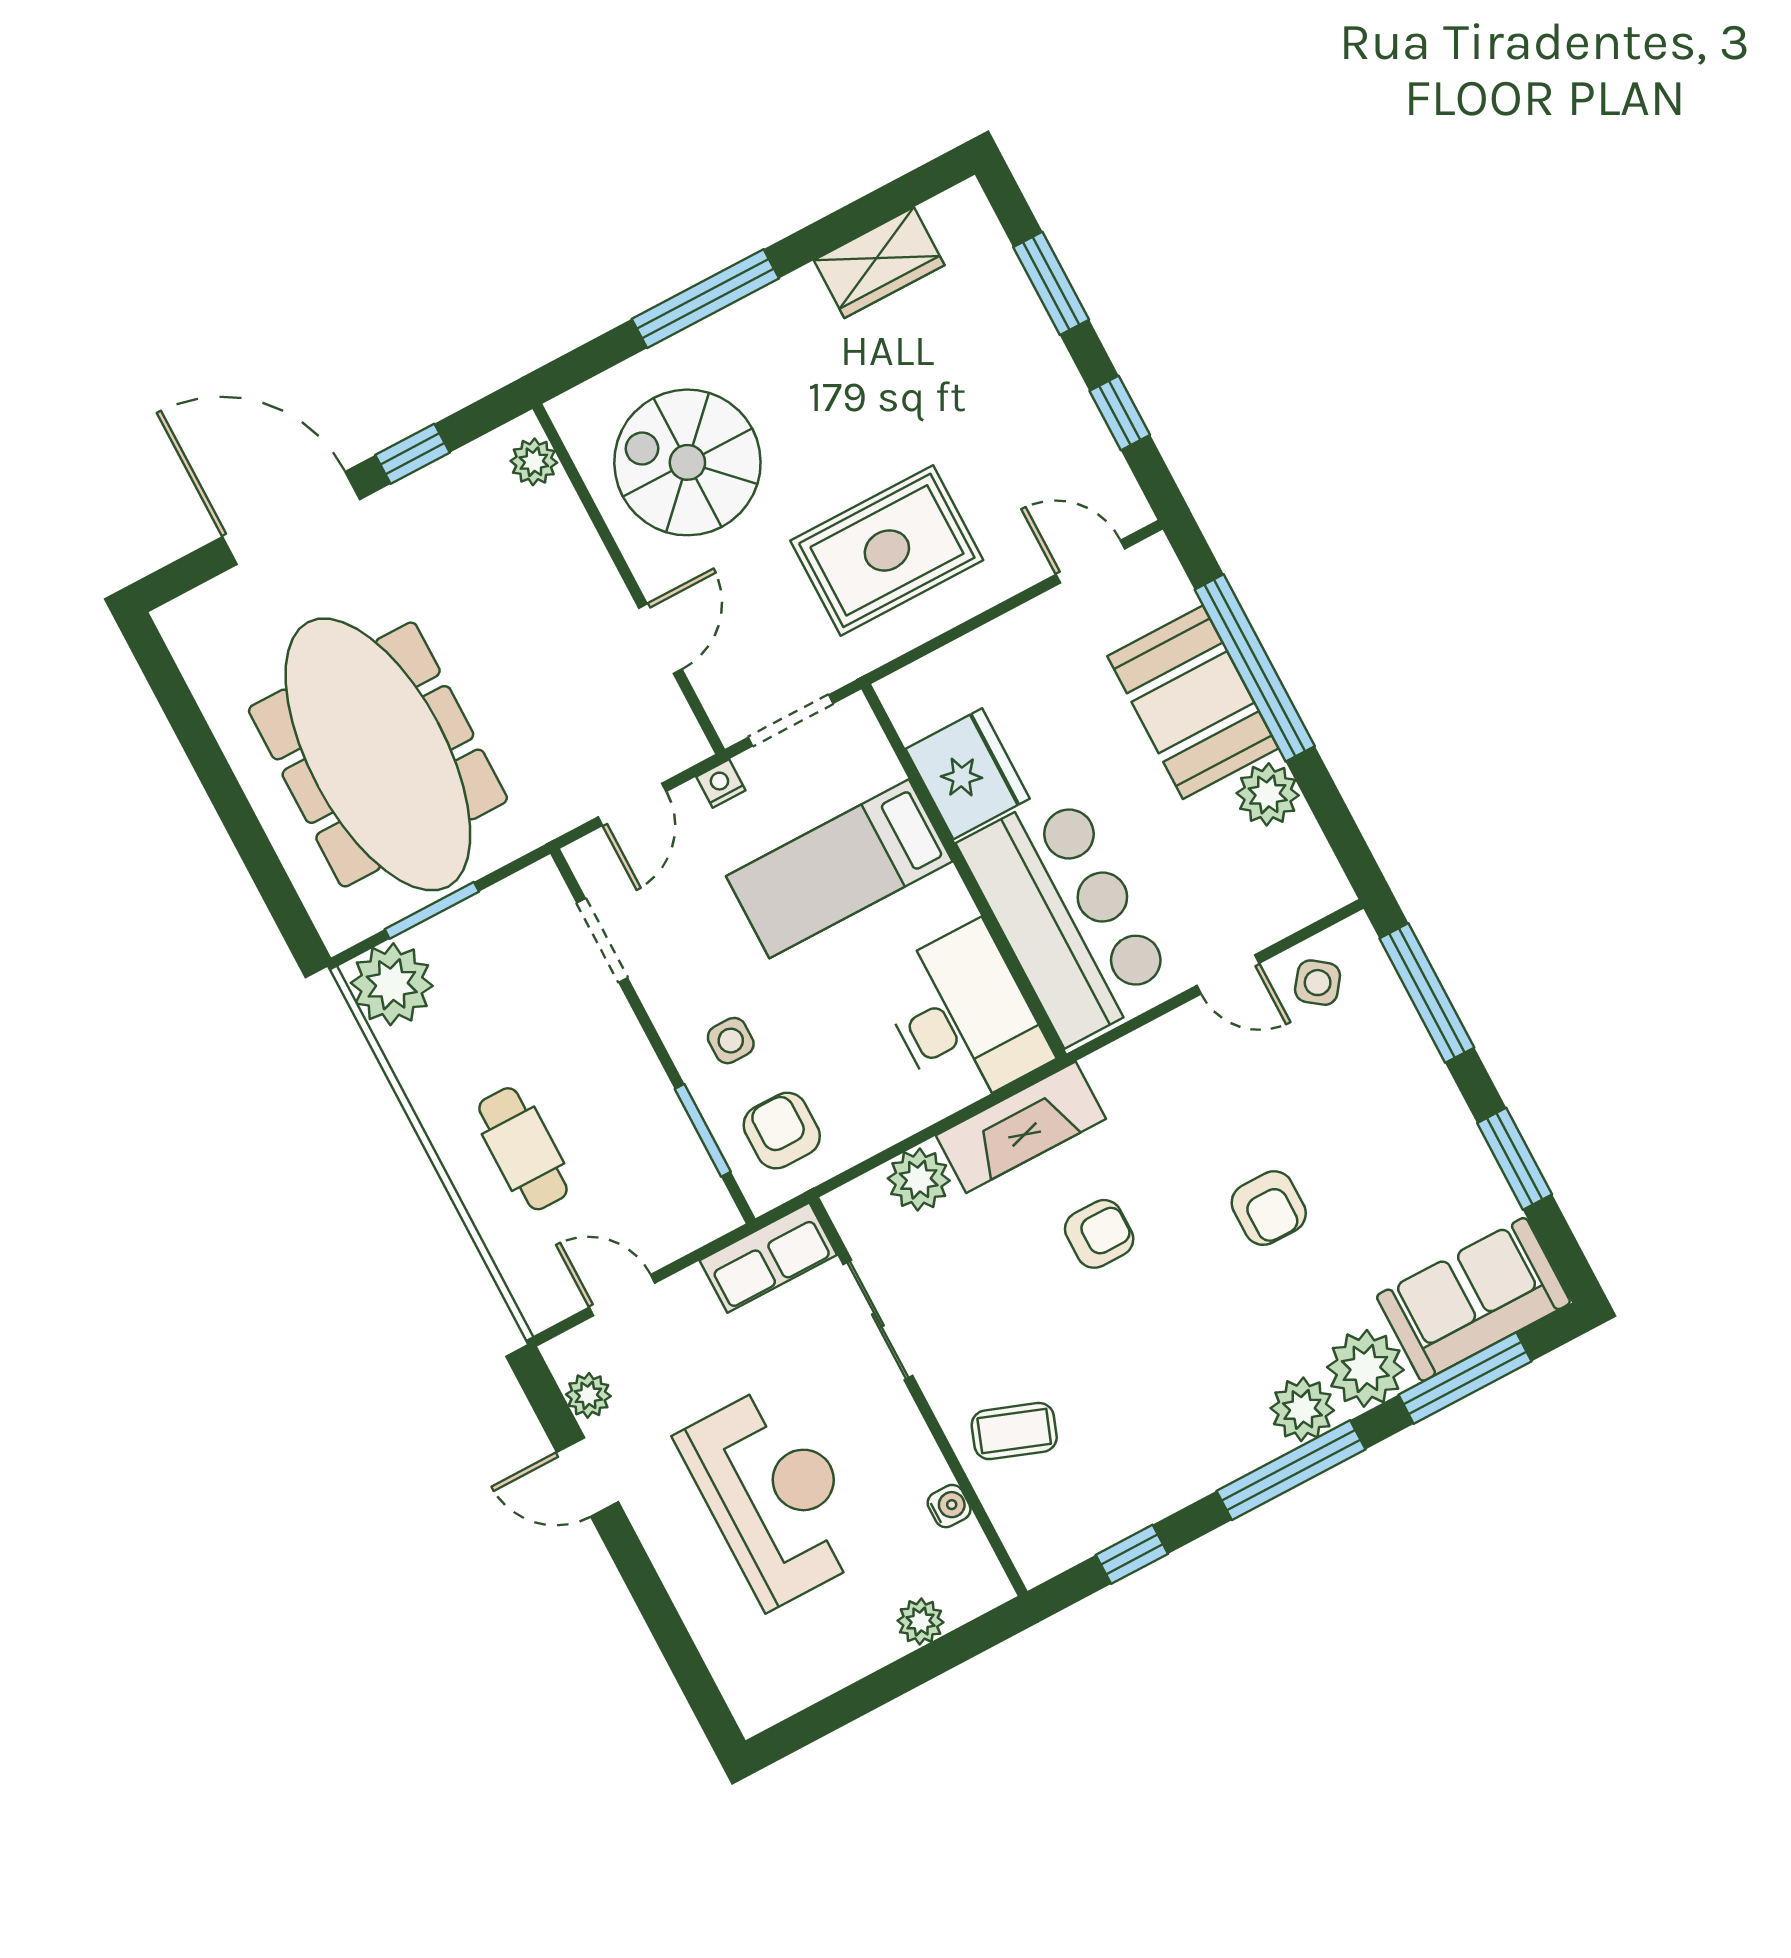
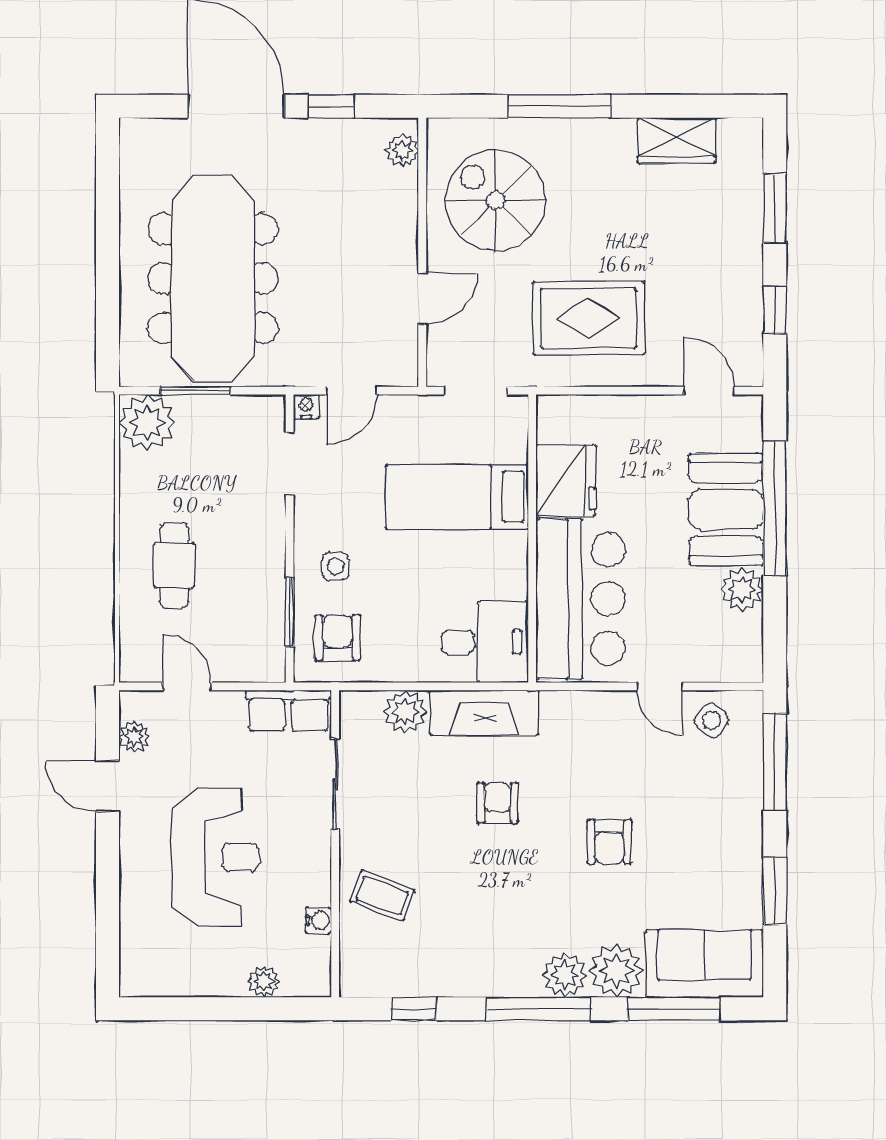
nightstand: (721, 784) -> (306, 407), moved
desk: (963, 1017) -> (485, 642), width x0.73
armchair: (1099, 1234) -> (498, 803), turned -90

